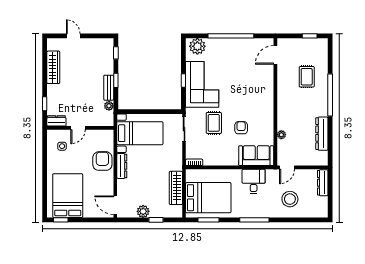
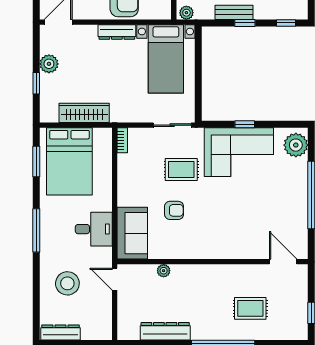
plant: (109, 106) -> (186, 13), moved
dresser: (323, 183) -> (60, 332), moved

